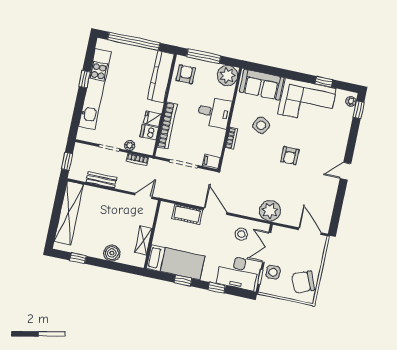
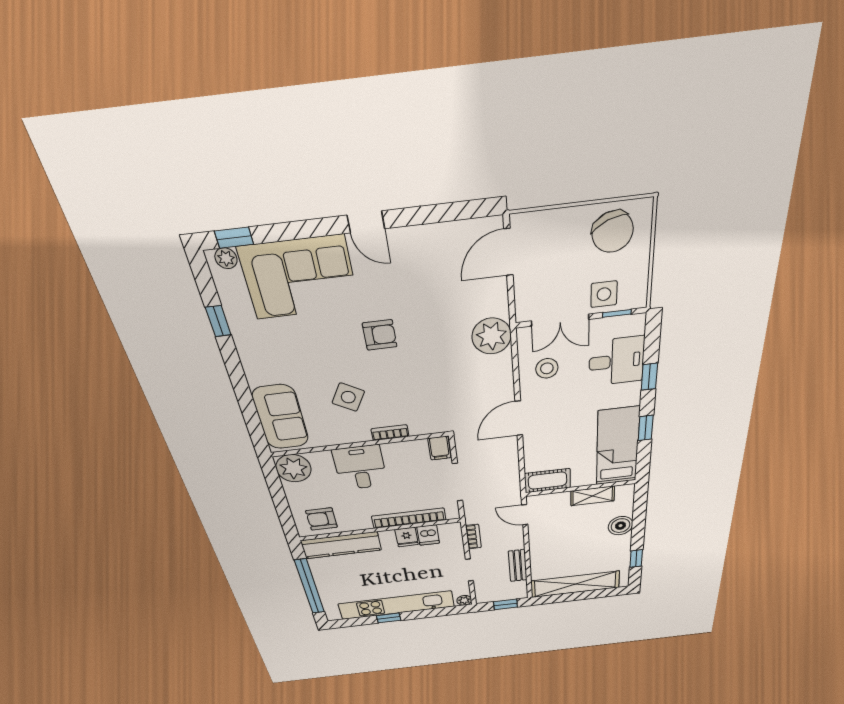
window: (204, 56) -> (282, 506), removed
corner sofa: (307, 101) -> (299, 278), moved, turned 90
plant: (130, 145) -> (464, 600), moved
cot: (187, 214) -> (548, 481), moved, turned 90
desk: (238, 273) -> (616, 361), width x0.73

